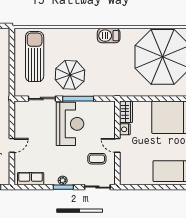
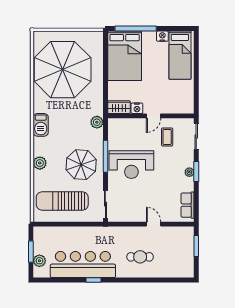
plant: (72, 35) -> (40, 163), added
plant: (111, 90) -> (97, 122), added
sliding door: (42, 99) -> (105, 204), moved
reception desk: (70, 124) -> (131, 165), turned 180

